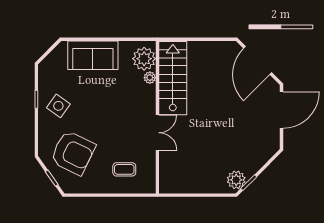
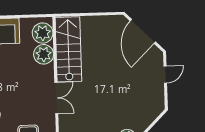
plant: (150, 78) -> (44, 54), width x1.88, depth x1.88
door: (281, 110) -> (165, 74), width x0.53

